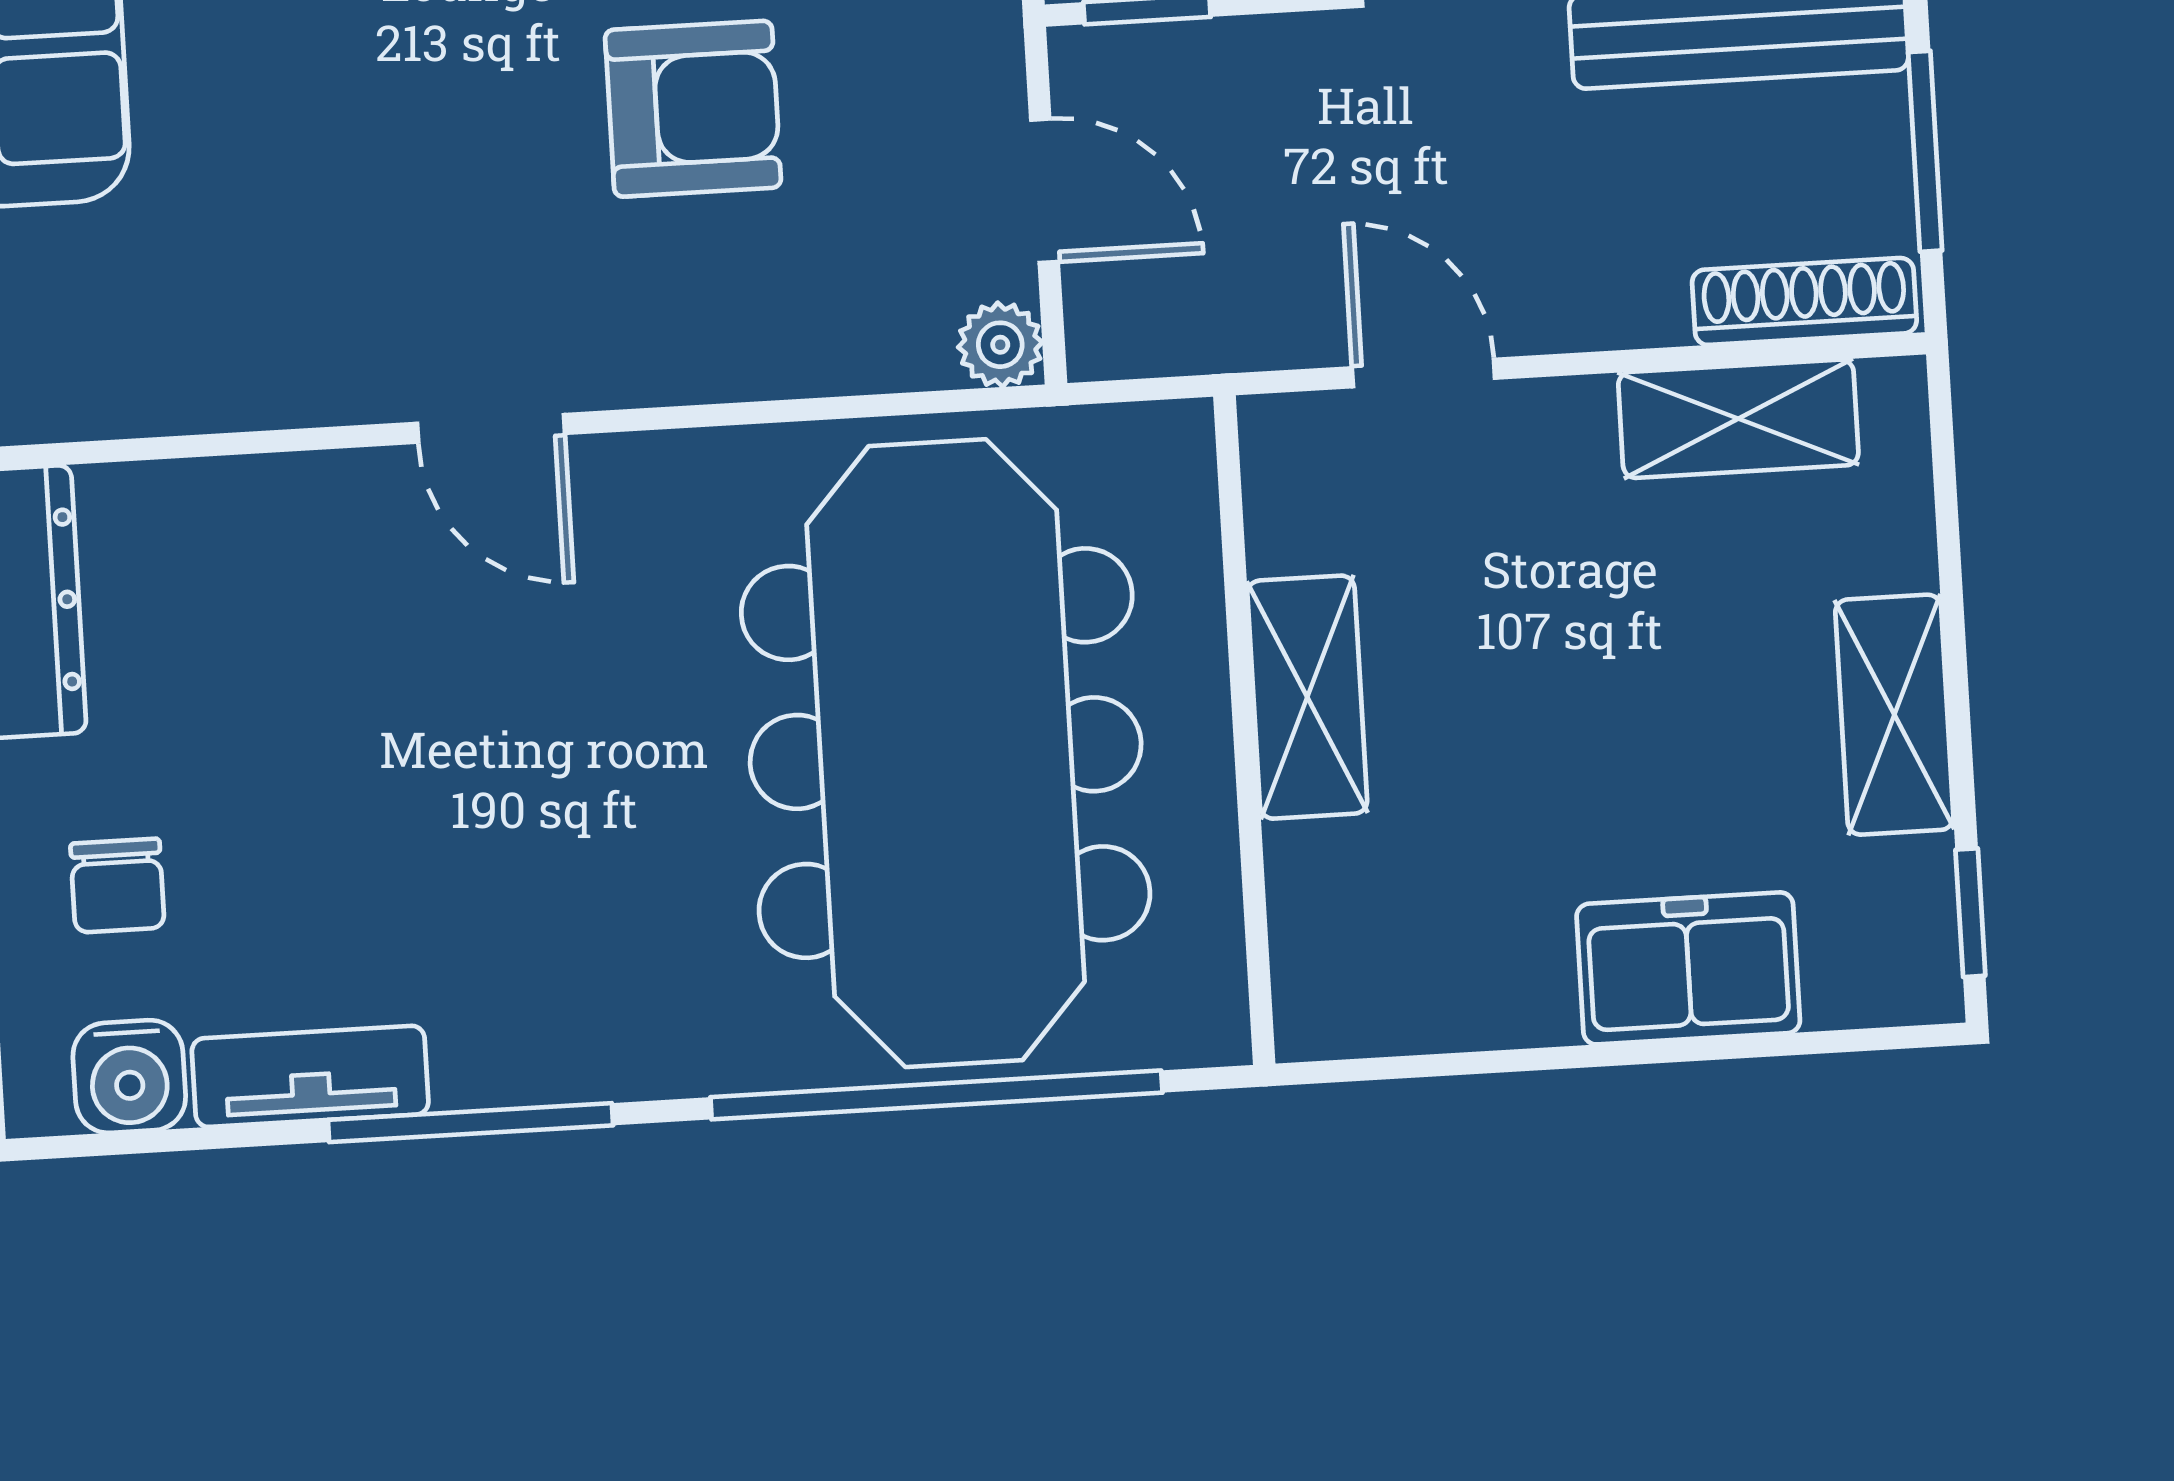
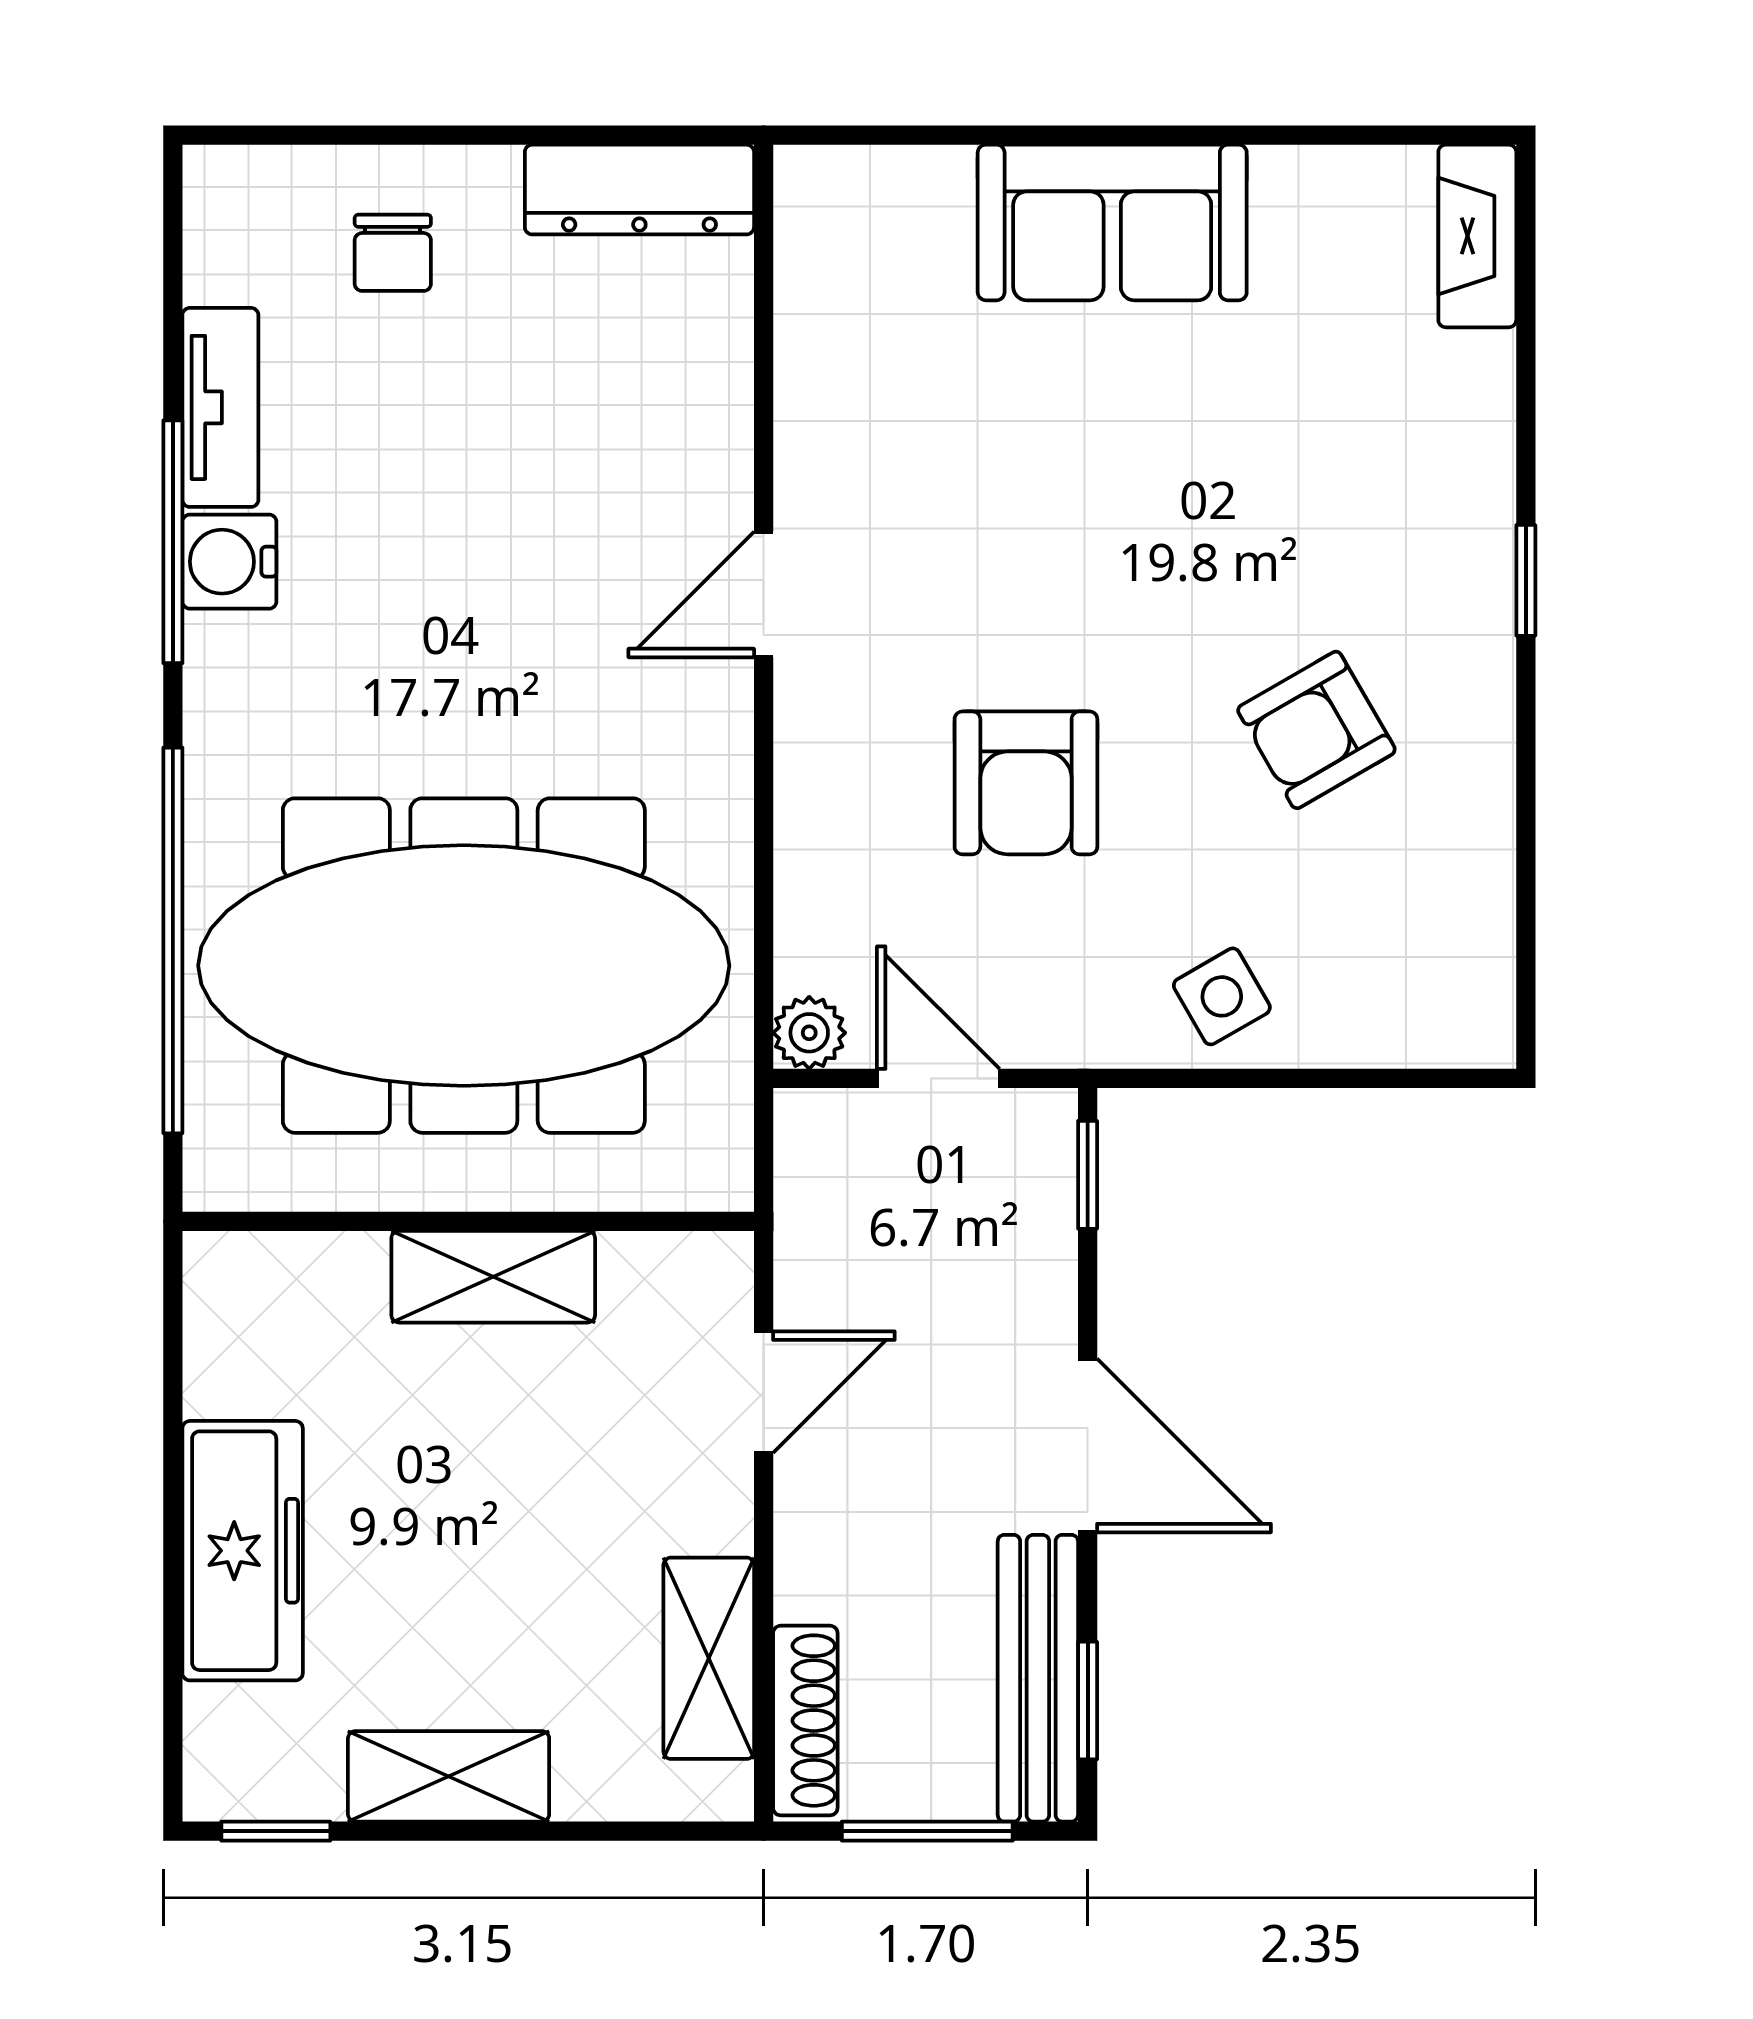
door: (1045, 191) -> (938, 1078), swing flipped
chair: (117, 886) -> (393, 253), turned -90
freezer: (1688, 968) -> (243, 1551), width x1.40
water cooler: (129, 1077) -> (229, 562), moved

